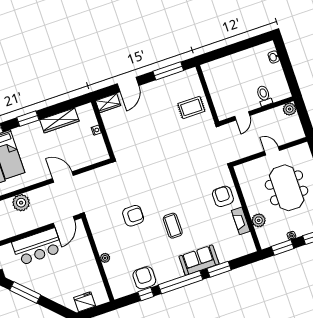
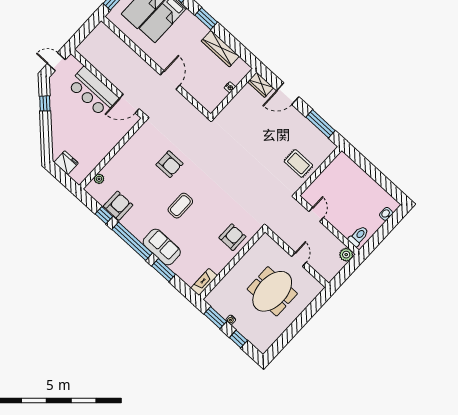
toilet: (264, 96) -> (359, 236), moved
door: (242, 116) -> (316, 214), swing flipped
plant: (21, 203) -> (125, 55), removed
plant: (259, 220) -> (228, 282), removed
fireplace: (241, 221) -> (204, 282), moved
plant: (105, 258) -> (99, 179), moved
window: (25, 292) -> (45, 103), width x0.46

